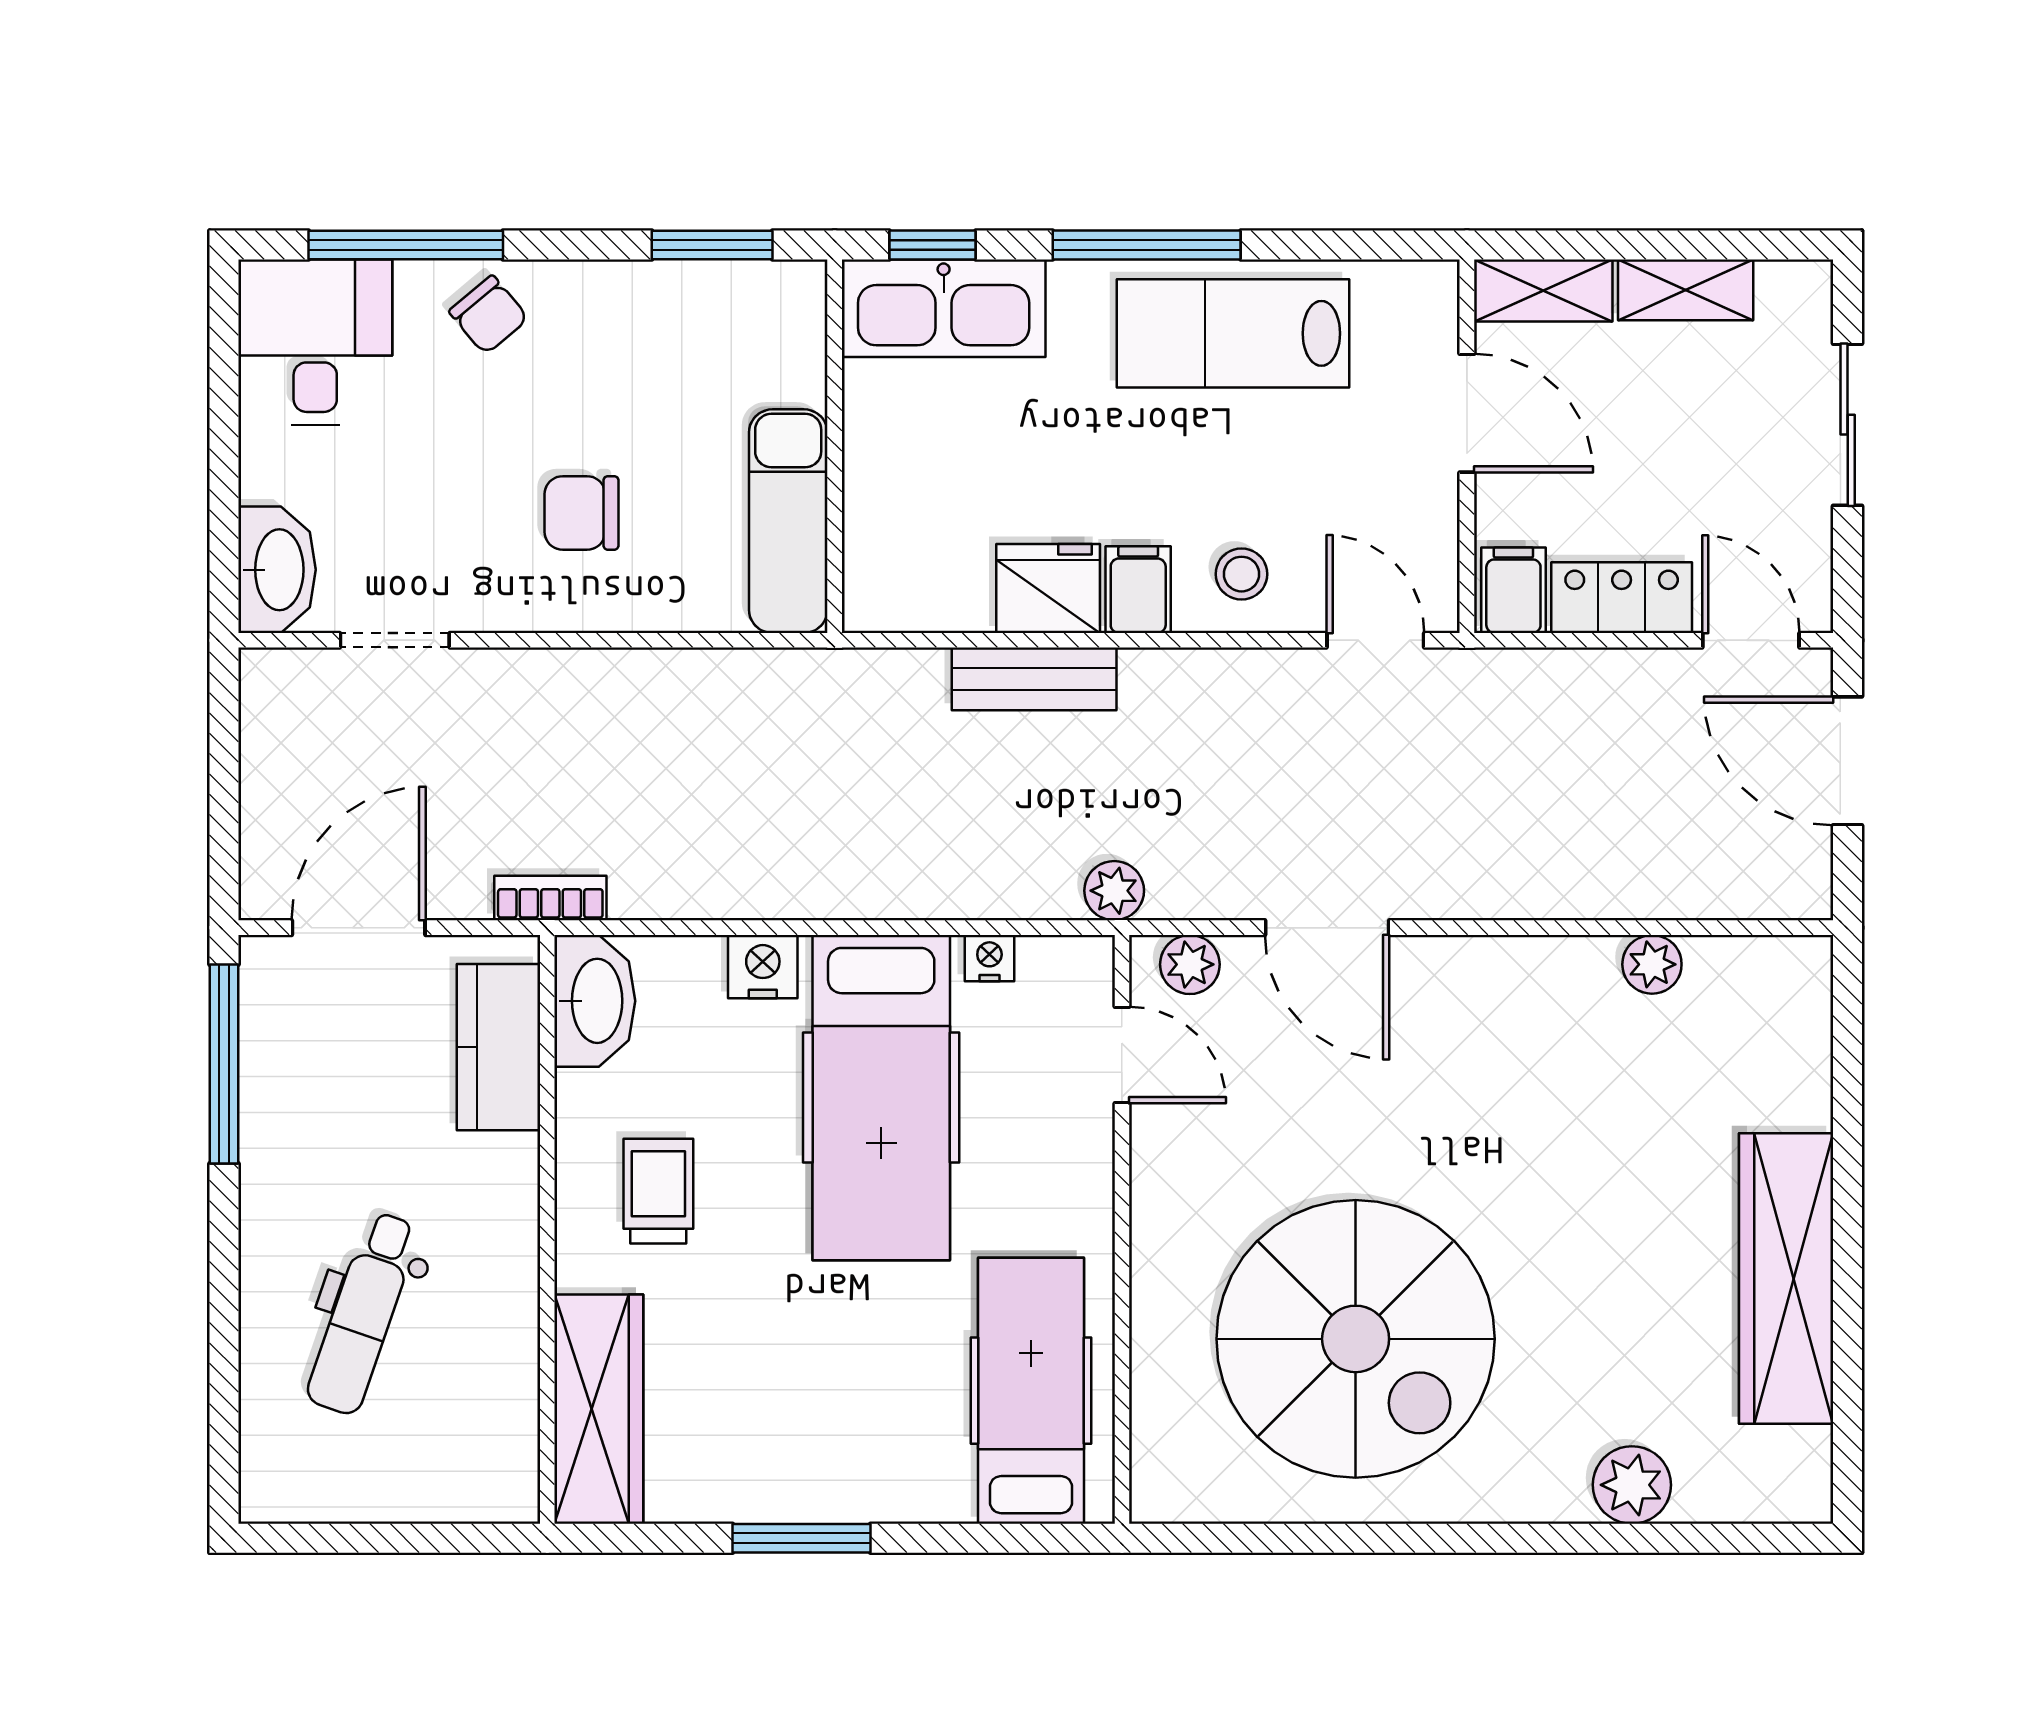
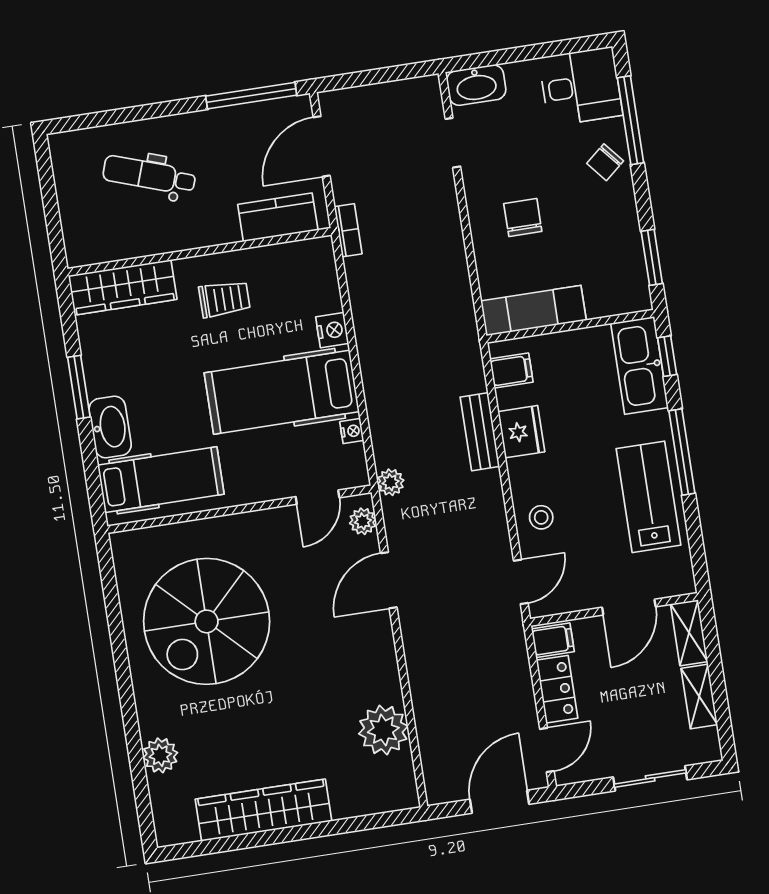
filing cabinet: (1138, 590) -> (511, 371), moved
door: (359, 928) -> (322, 146), swing flipped
plant: (1652, 964) -> (383, 730), width x1.87, depth x1.87
washbasin: (595, 1001) -> (110, 427), moved, turned -90

